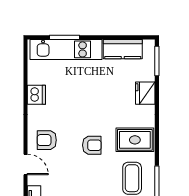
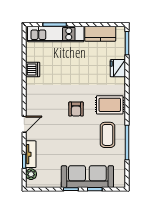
armchair: (47, 140) -> (41, 105), removed
armchair: (92, 145) -> (76, 109), turned 90
door: (25, 164) -> (24, 124), hinge flipped

